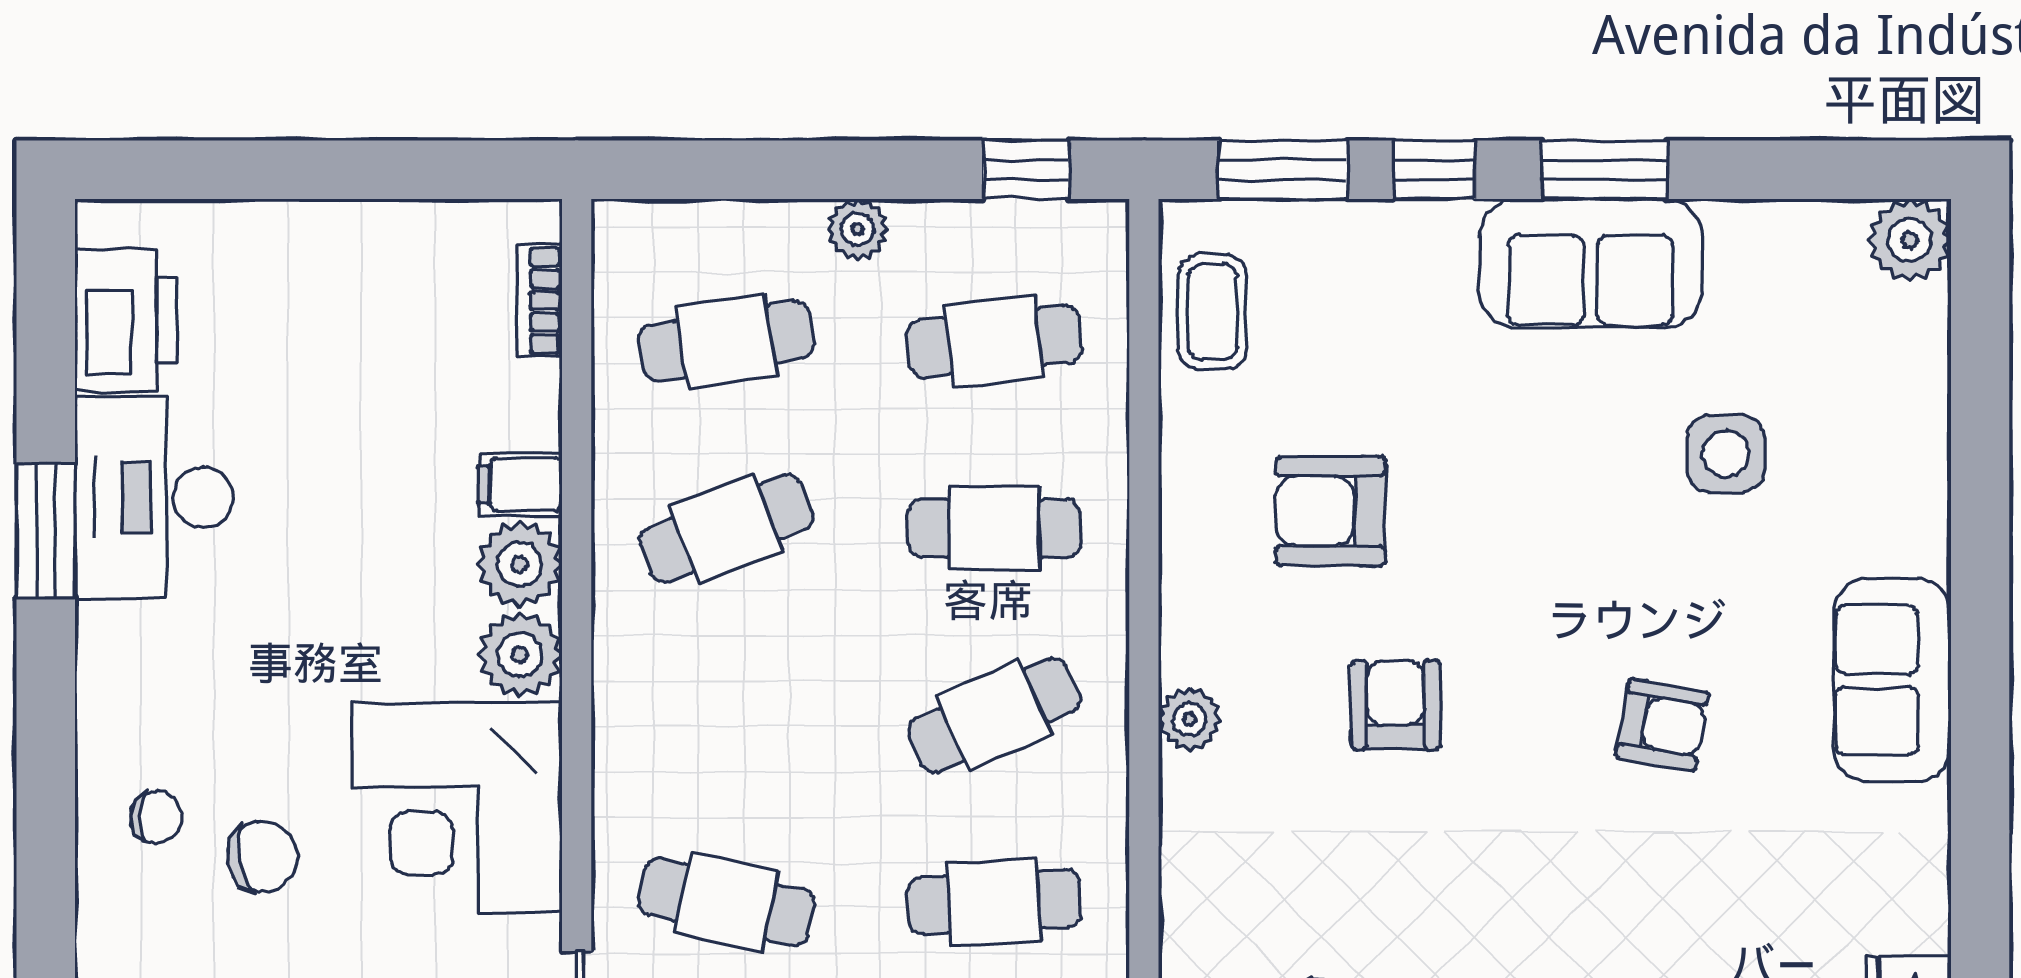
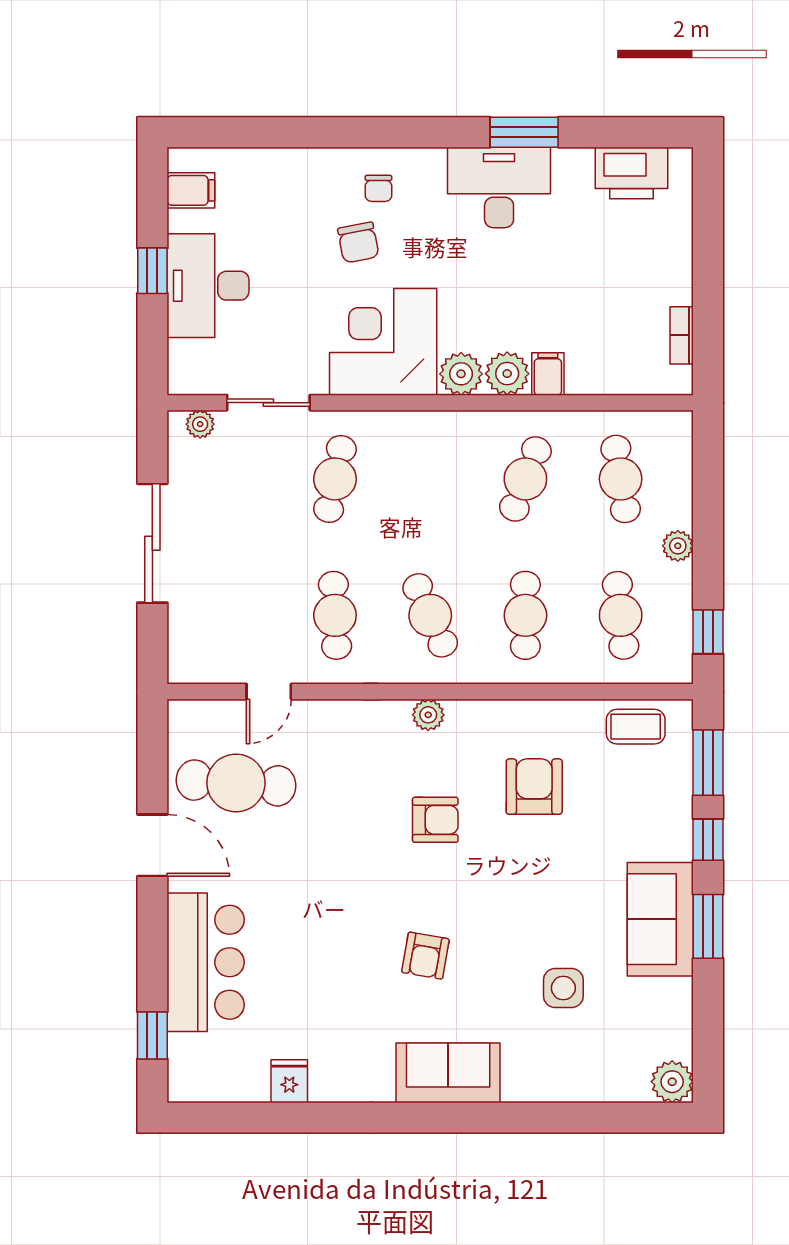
bookcase: (540, 300) -> (682, 335), moved, turned -90
desk: (154, 498) -> (499, 187), moved
cafe table: (726, 528) -> (525, 479), turned 42

